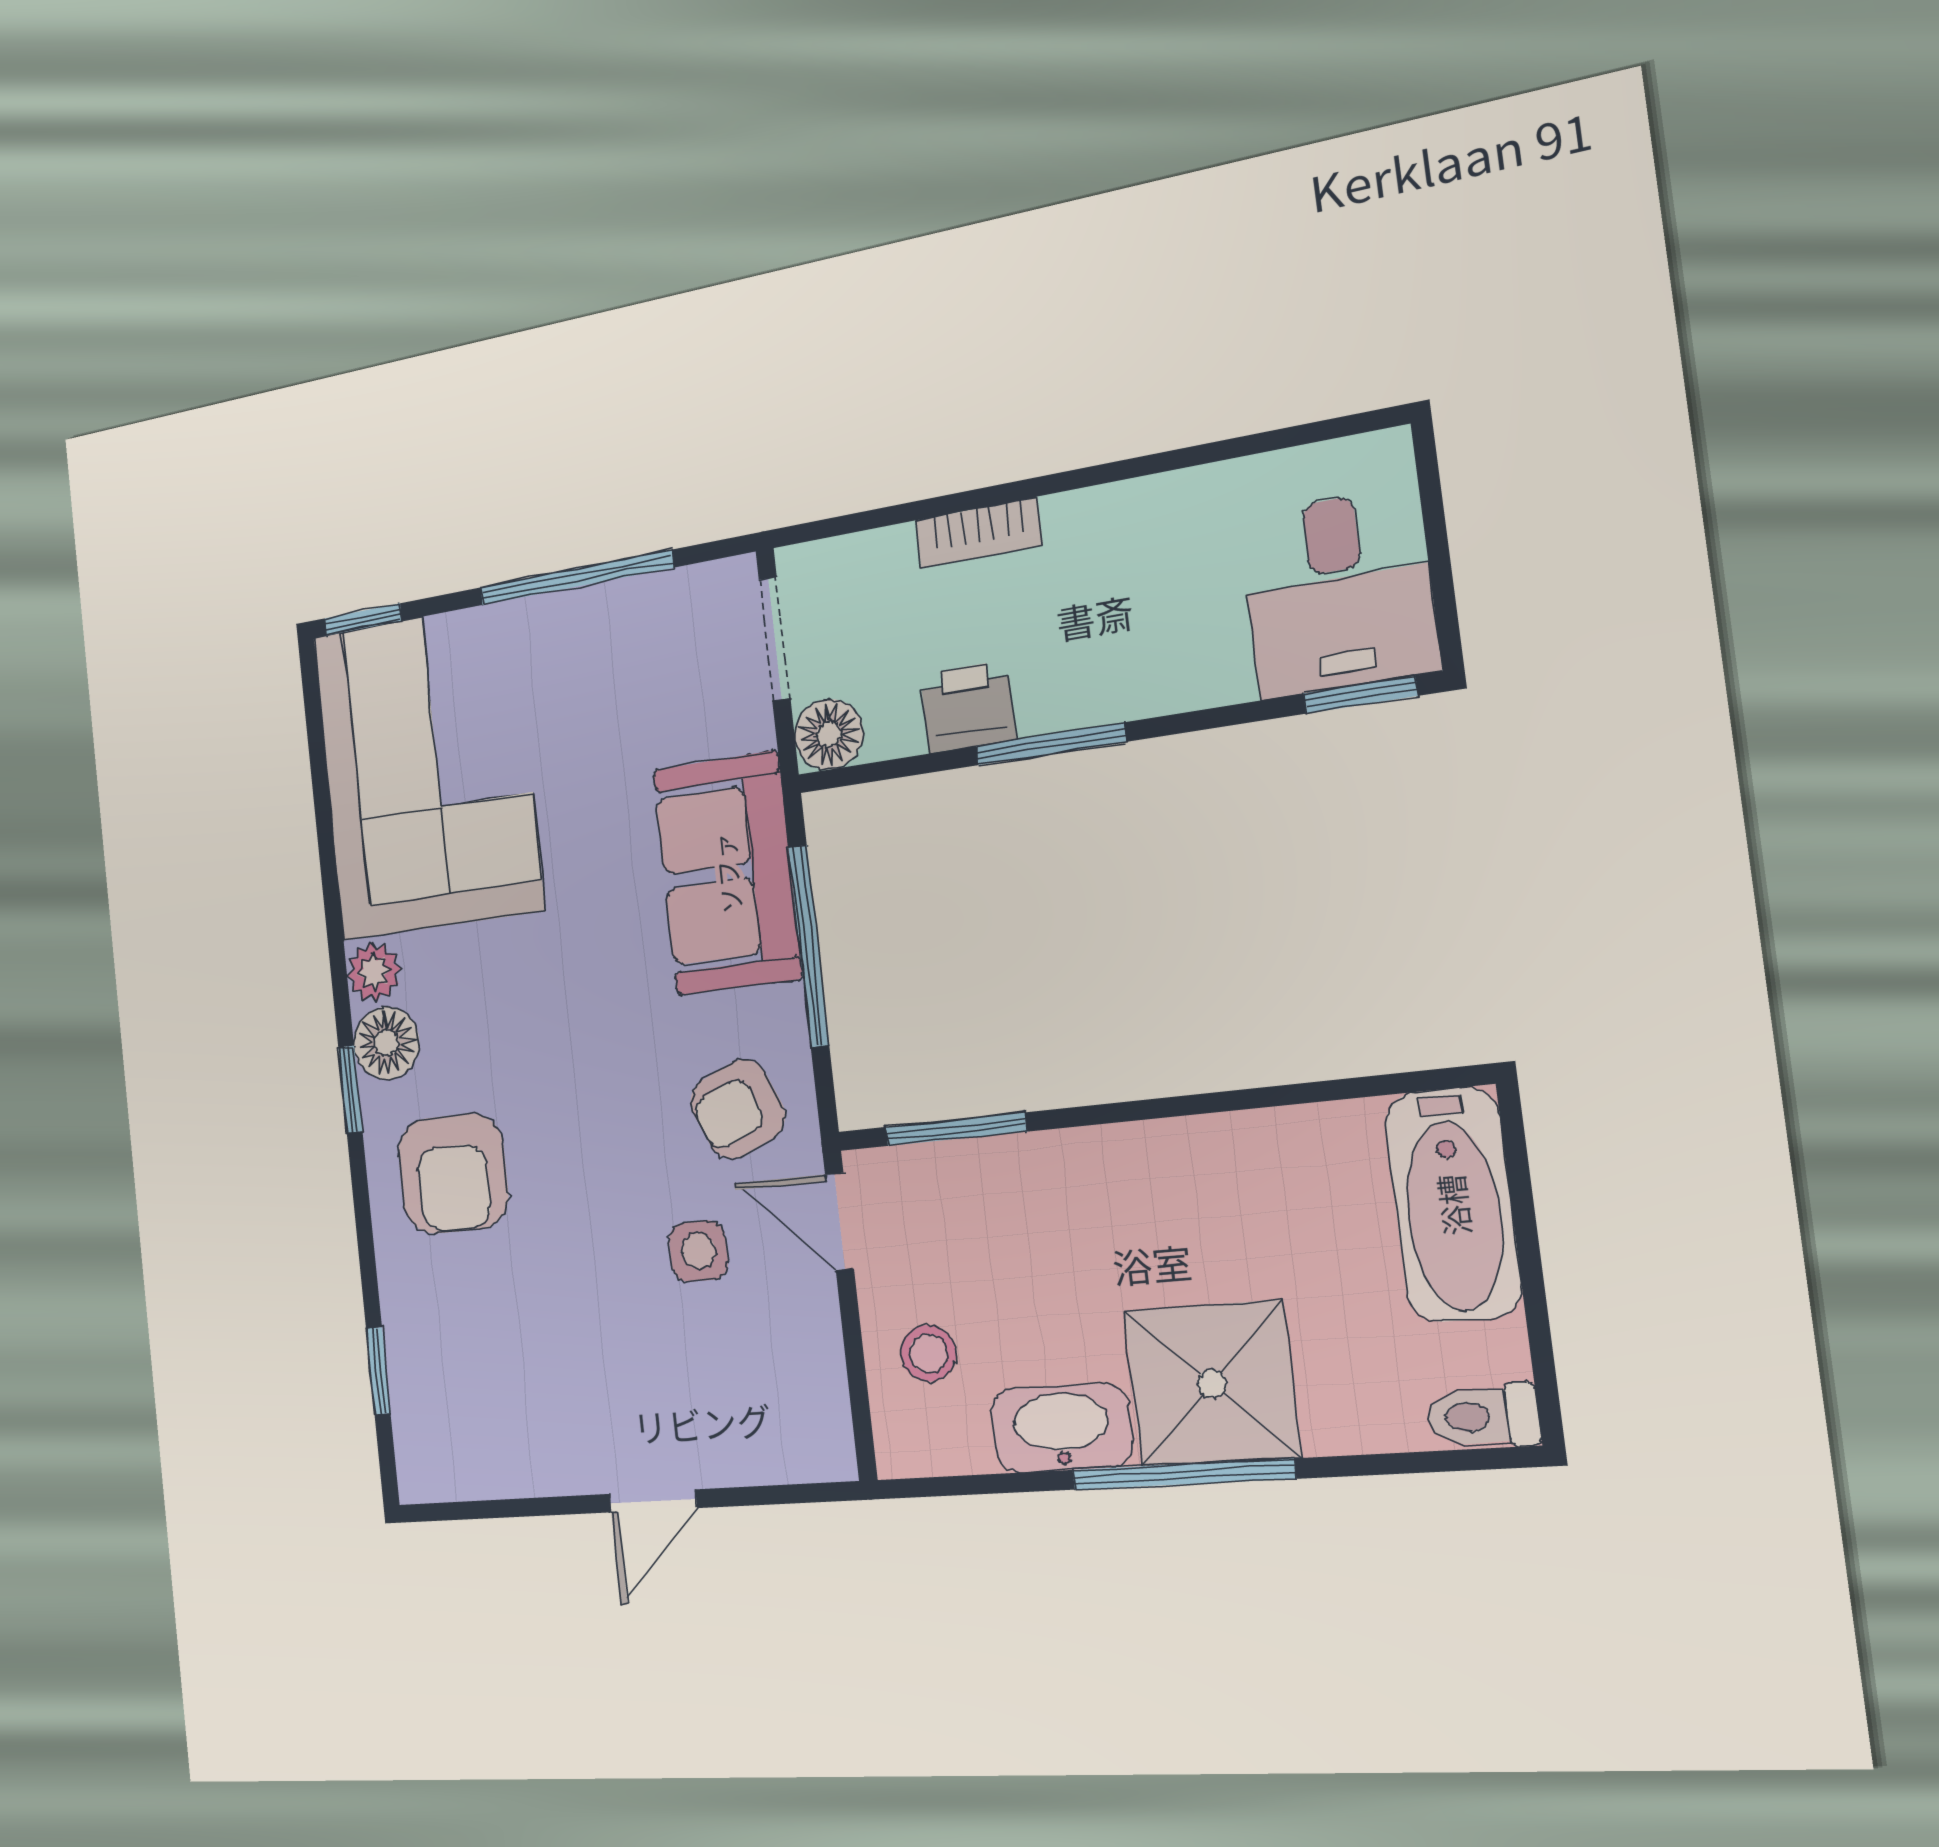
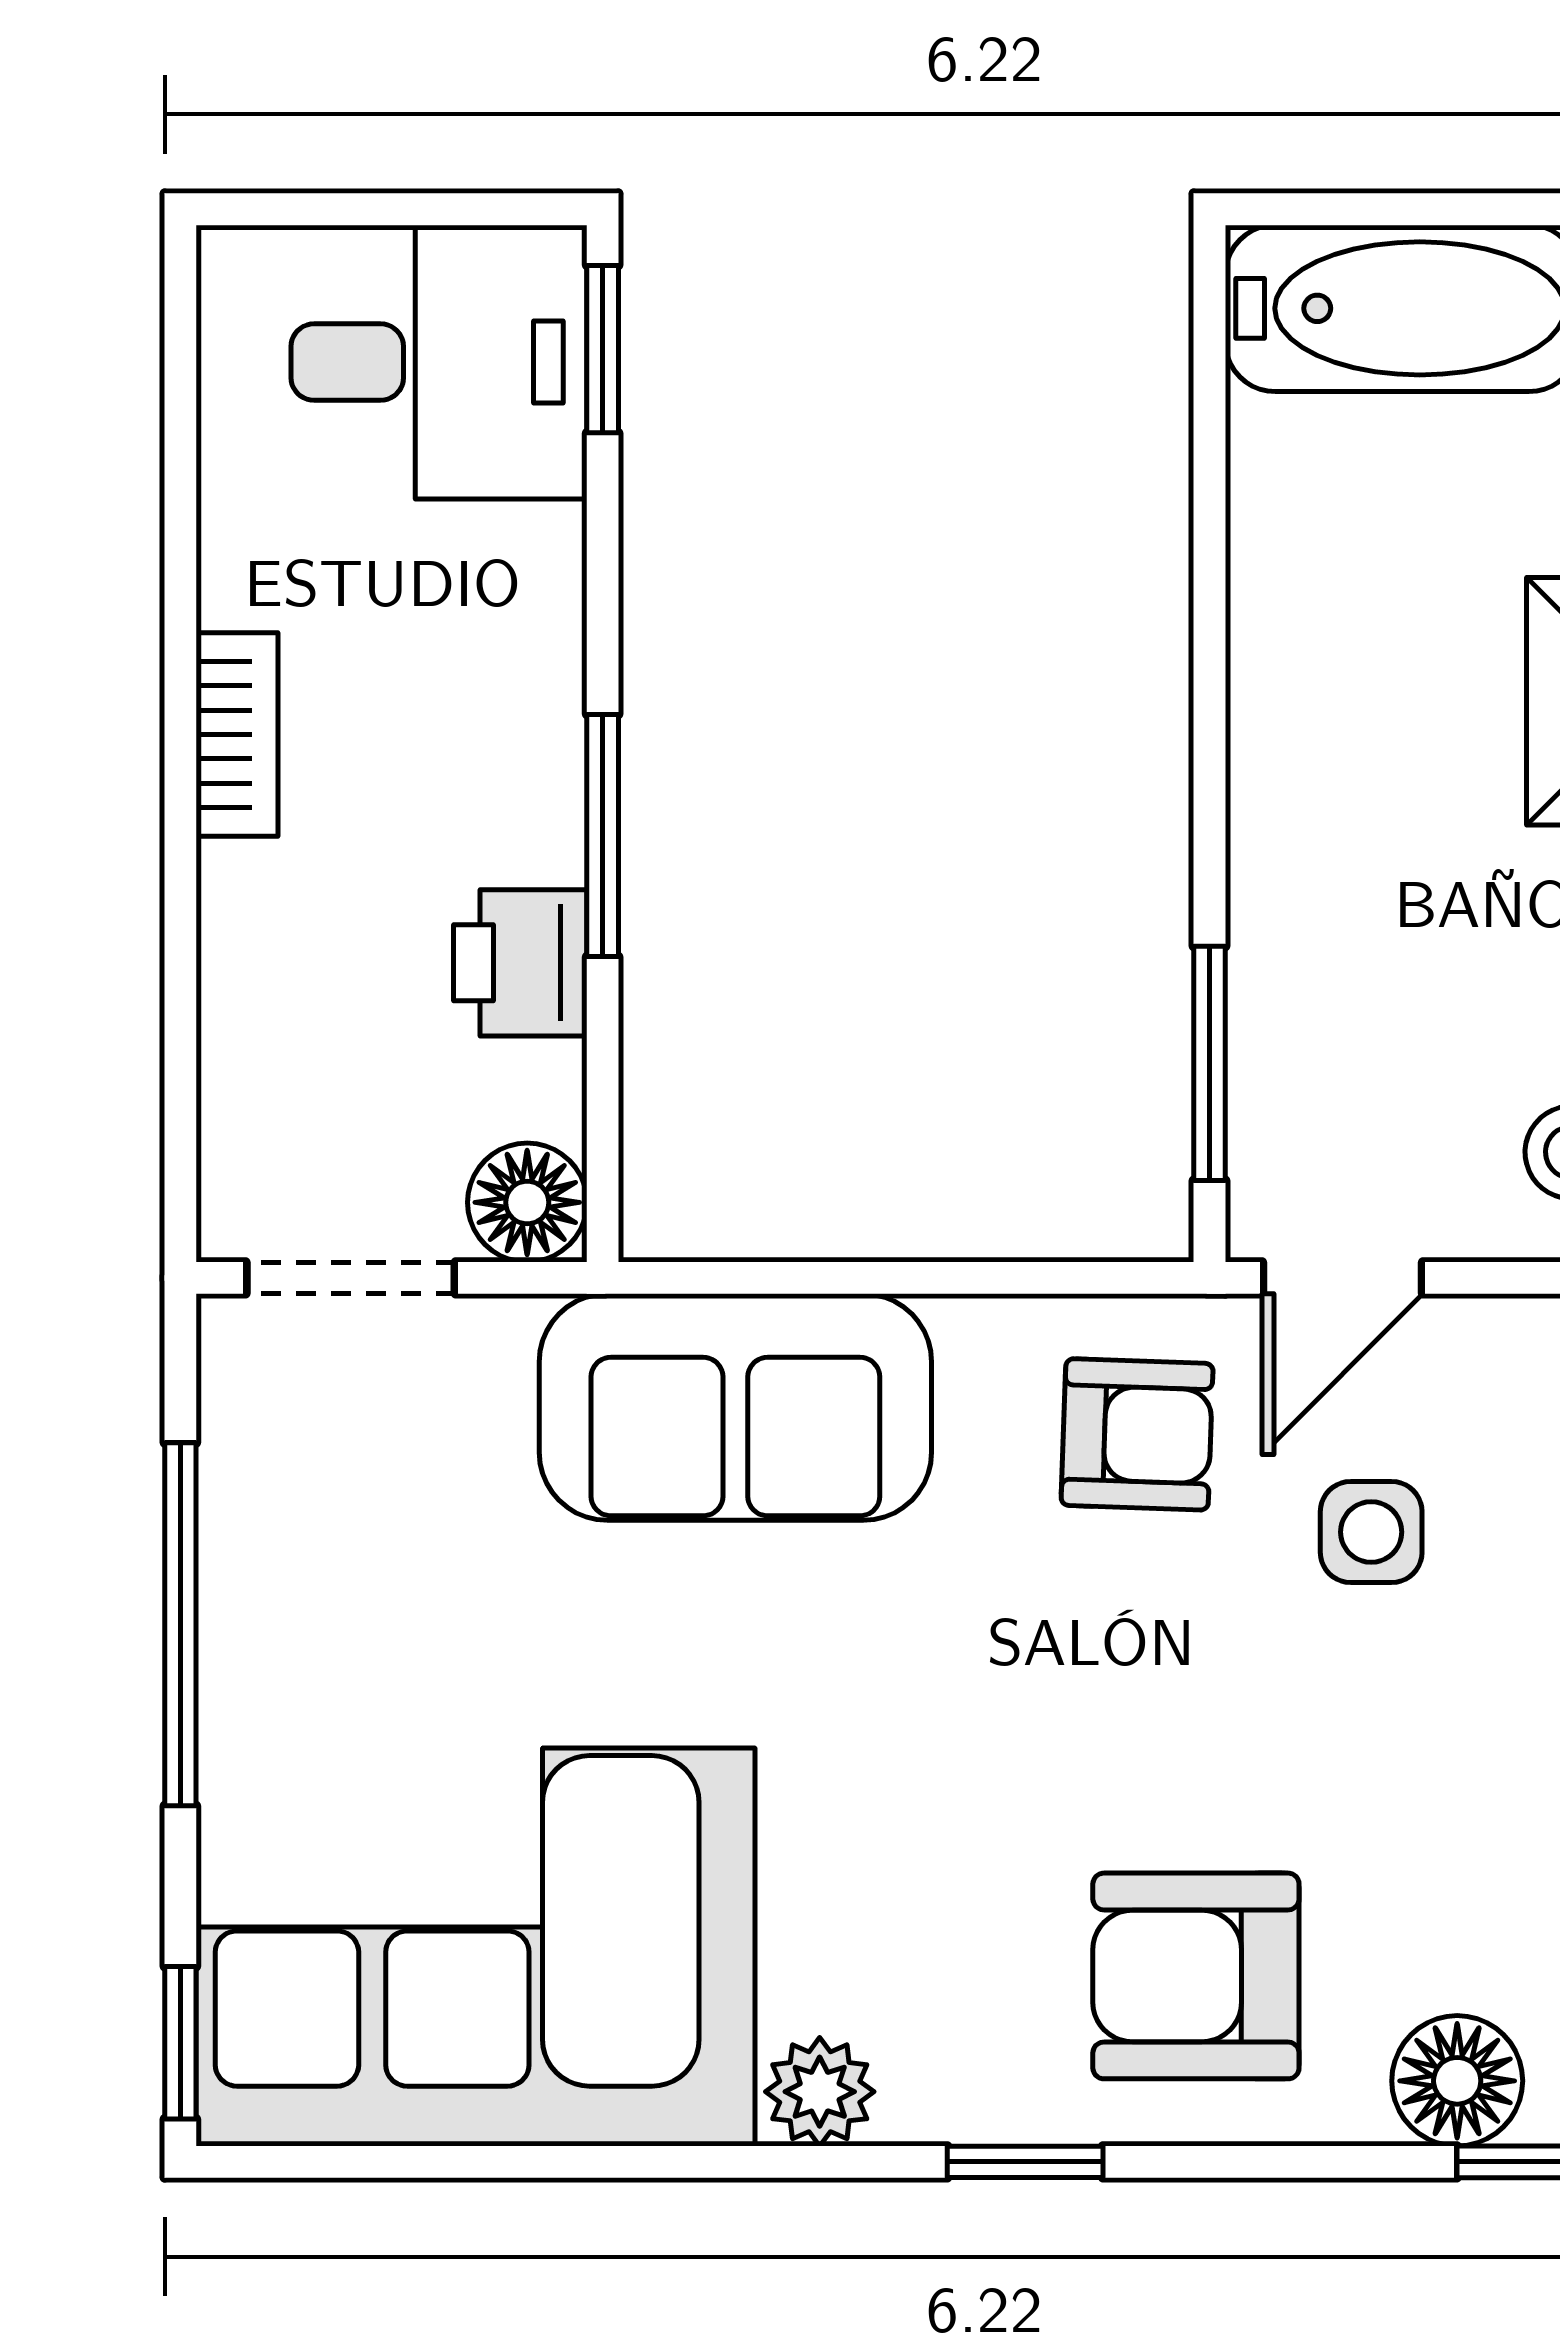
bookcase: (979, 533) -> (237, 735), moved
window: (809, 946) -> (877, 1278), removed
floor lamp: (386, 1043) -> (1457, 2081), moved
armchair: (738, 1109) -> (1137, 1434), turned -65
armchair: (453, 1174) -> (1196, 1976), turned 180

